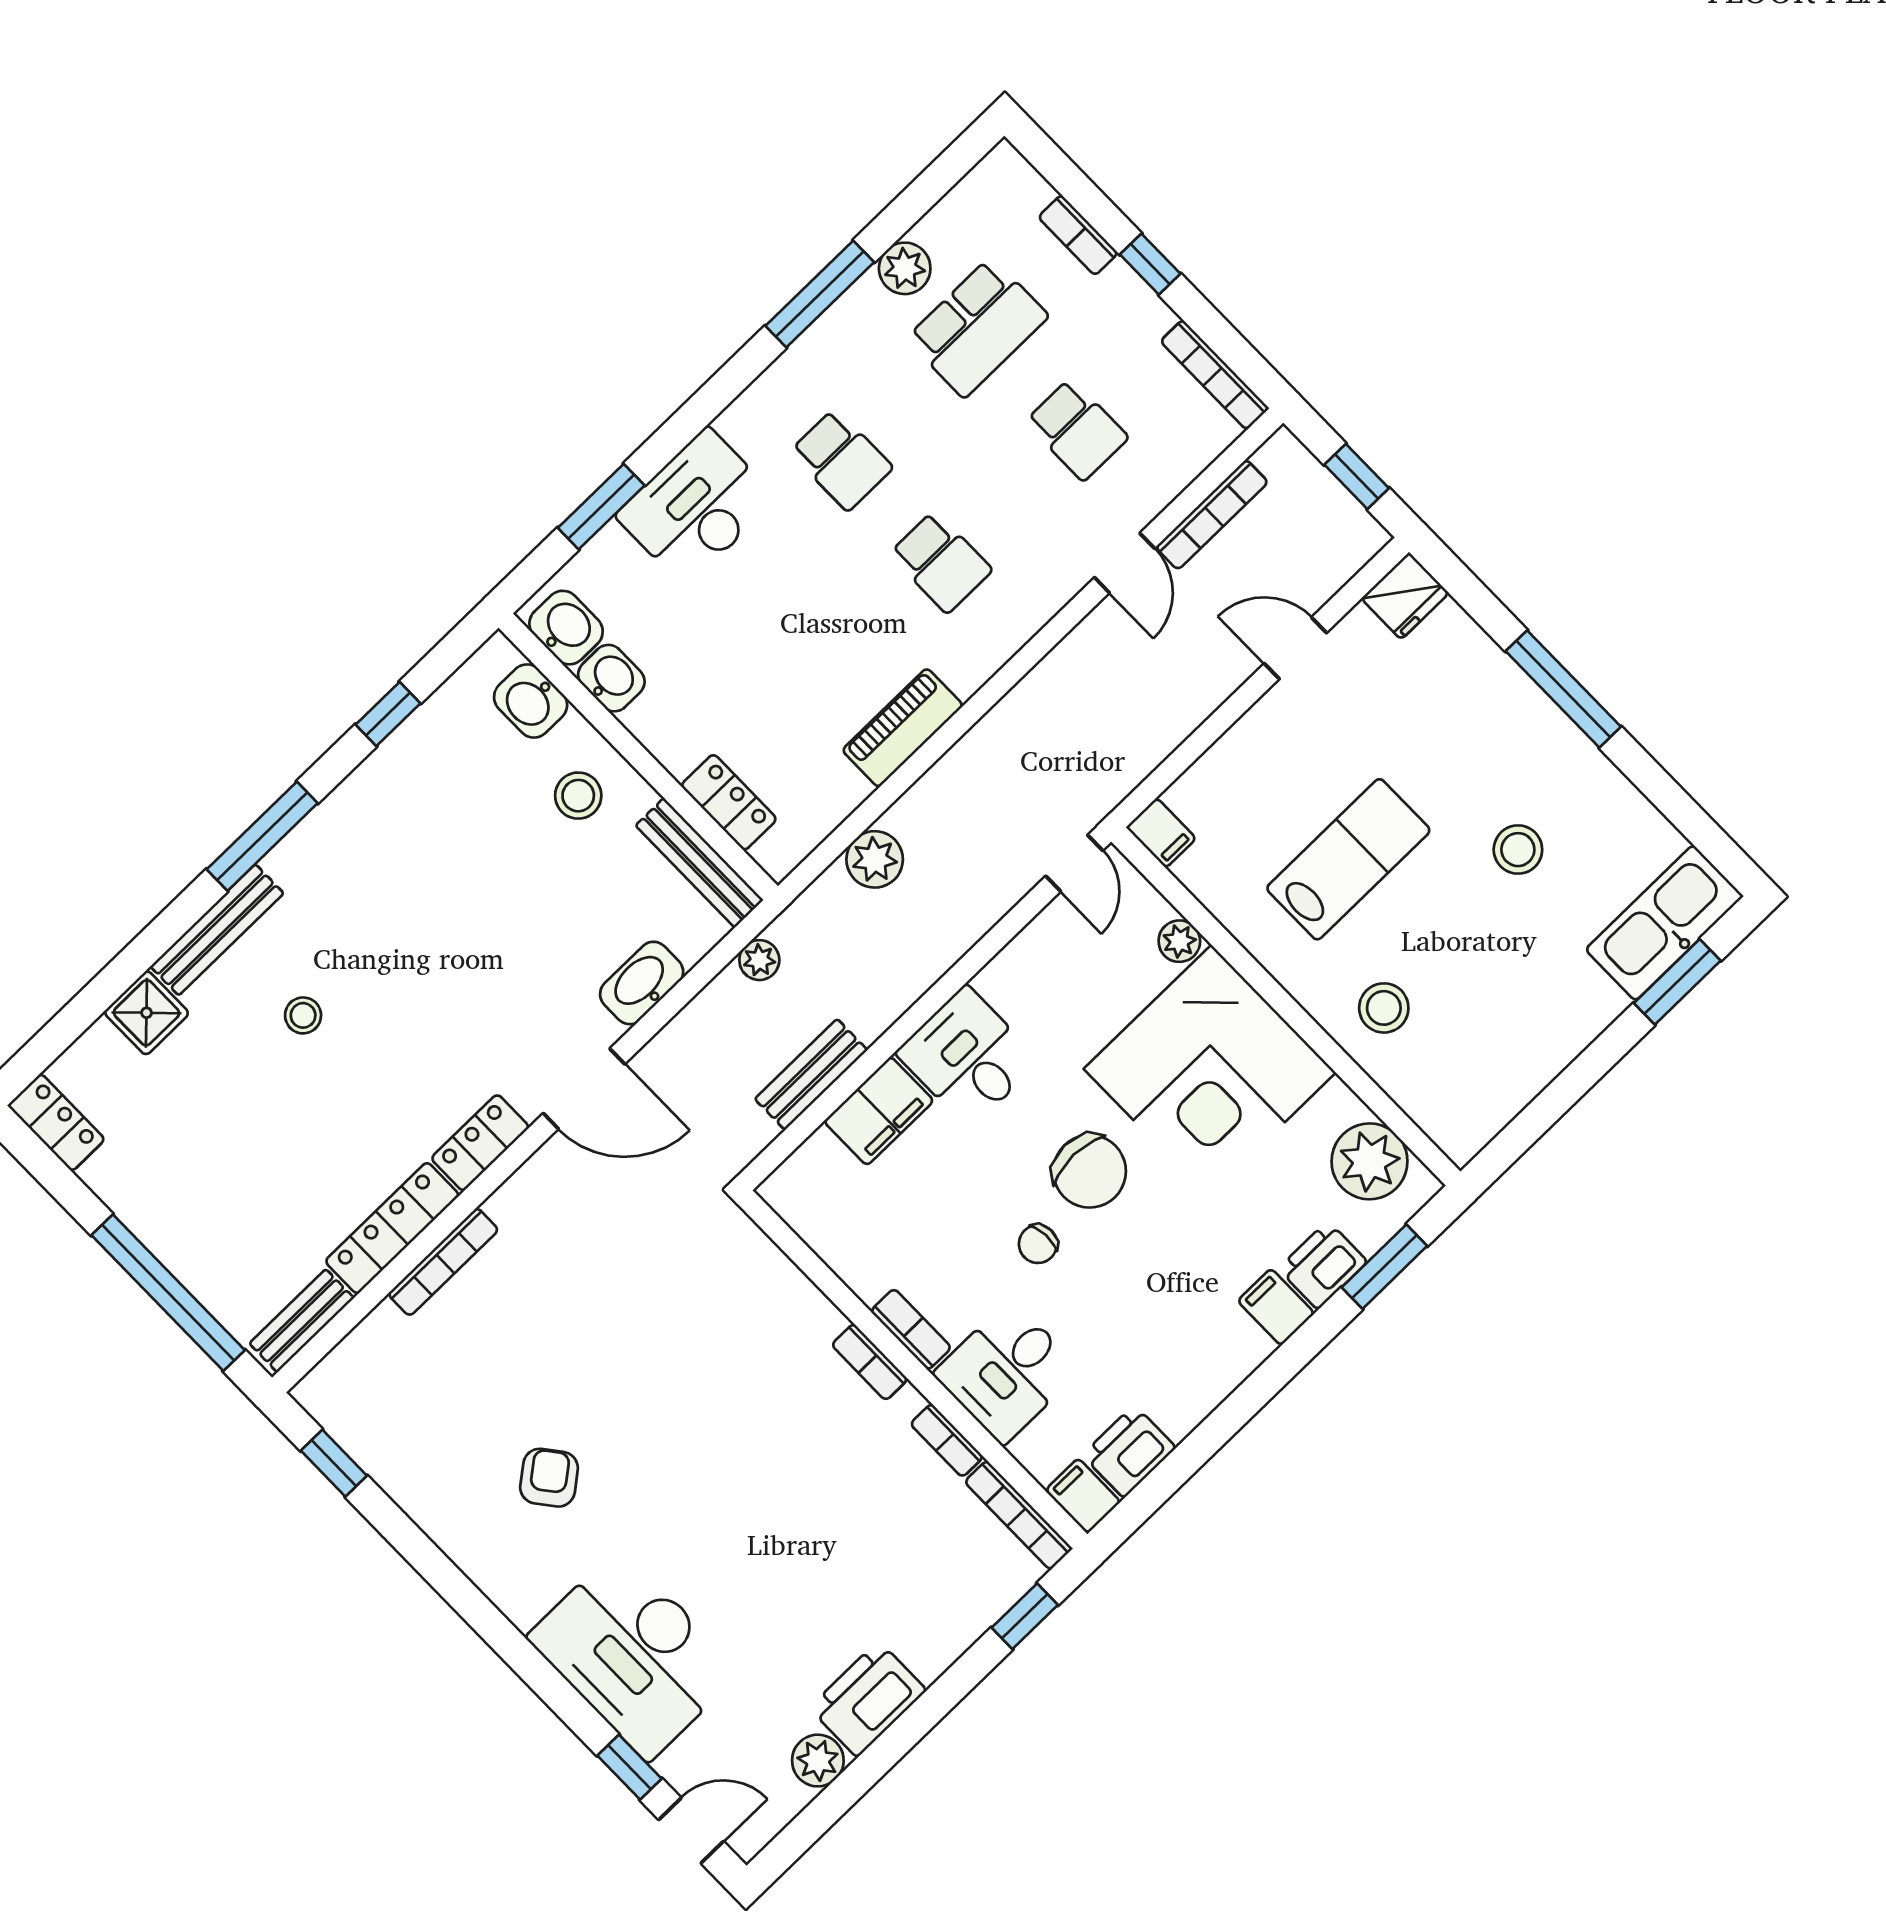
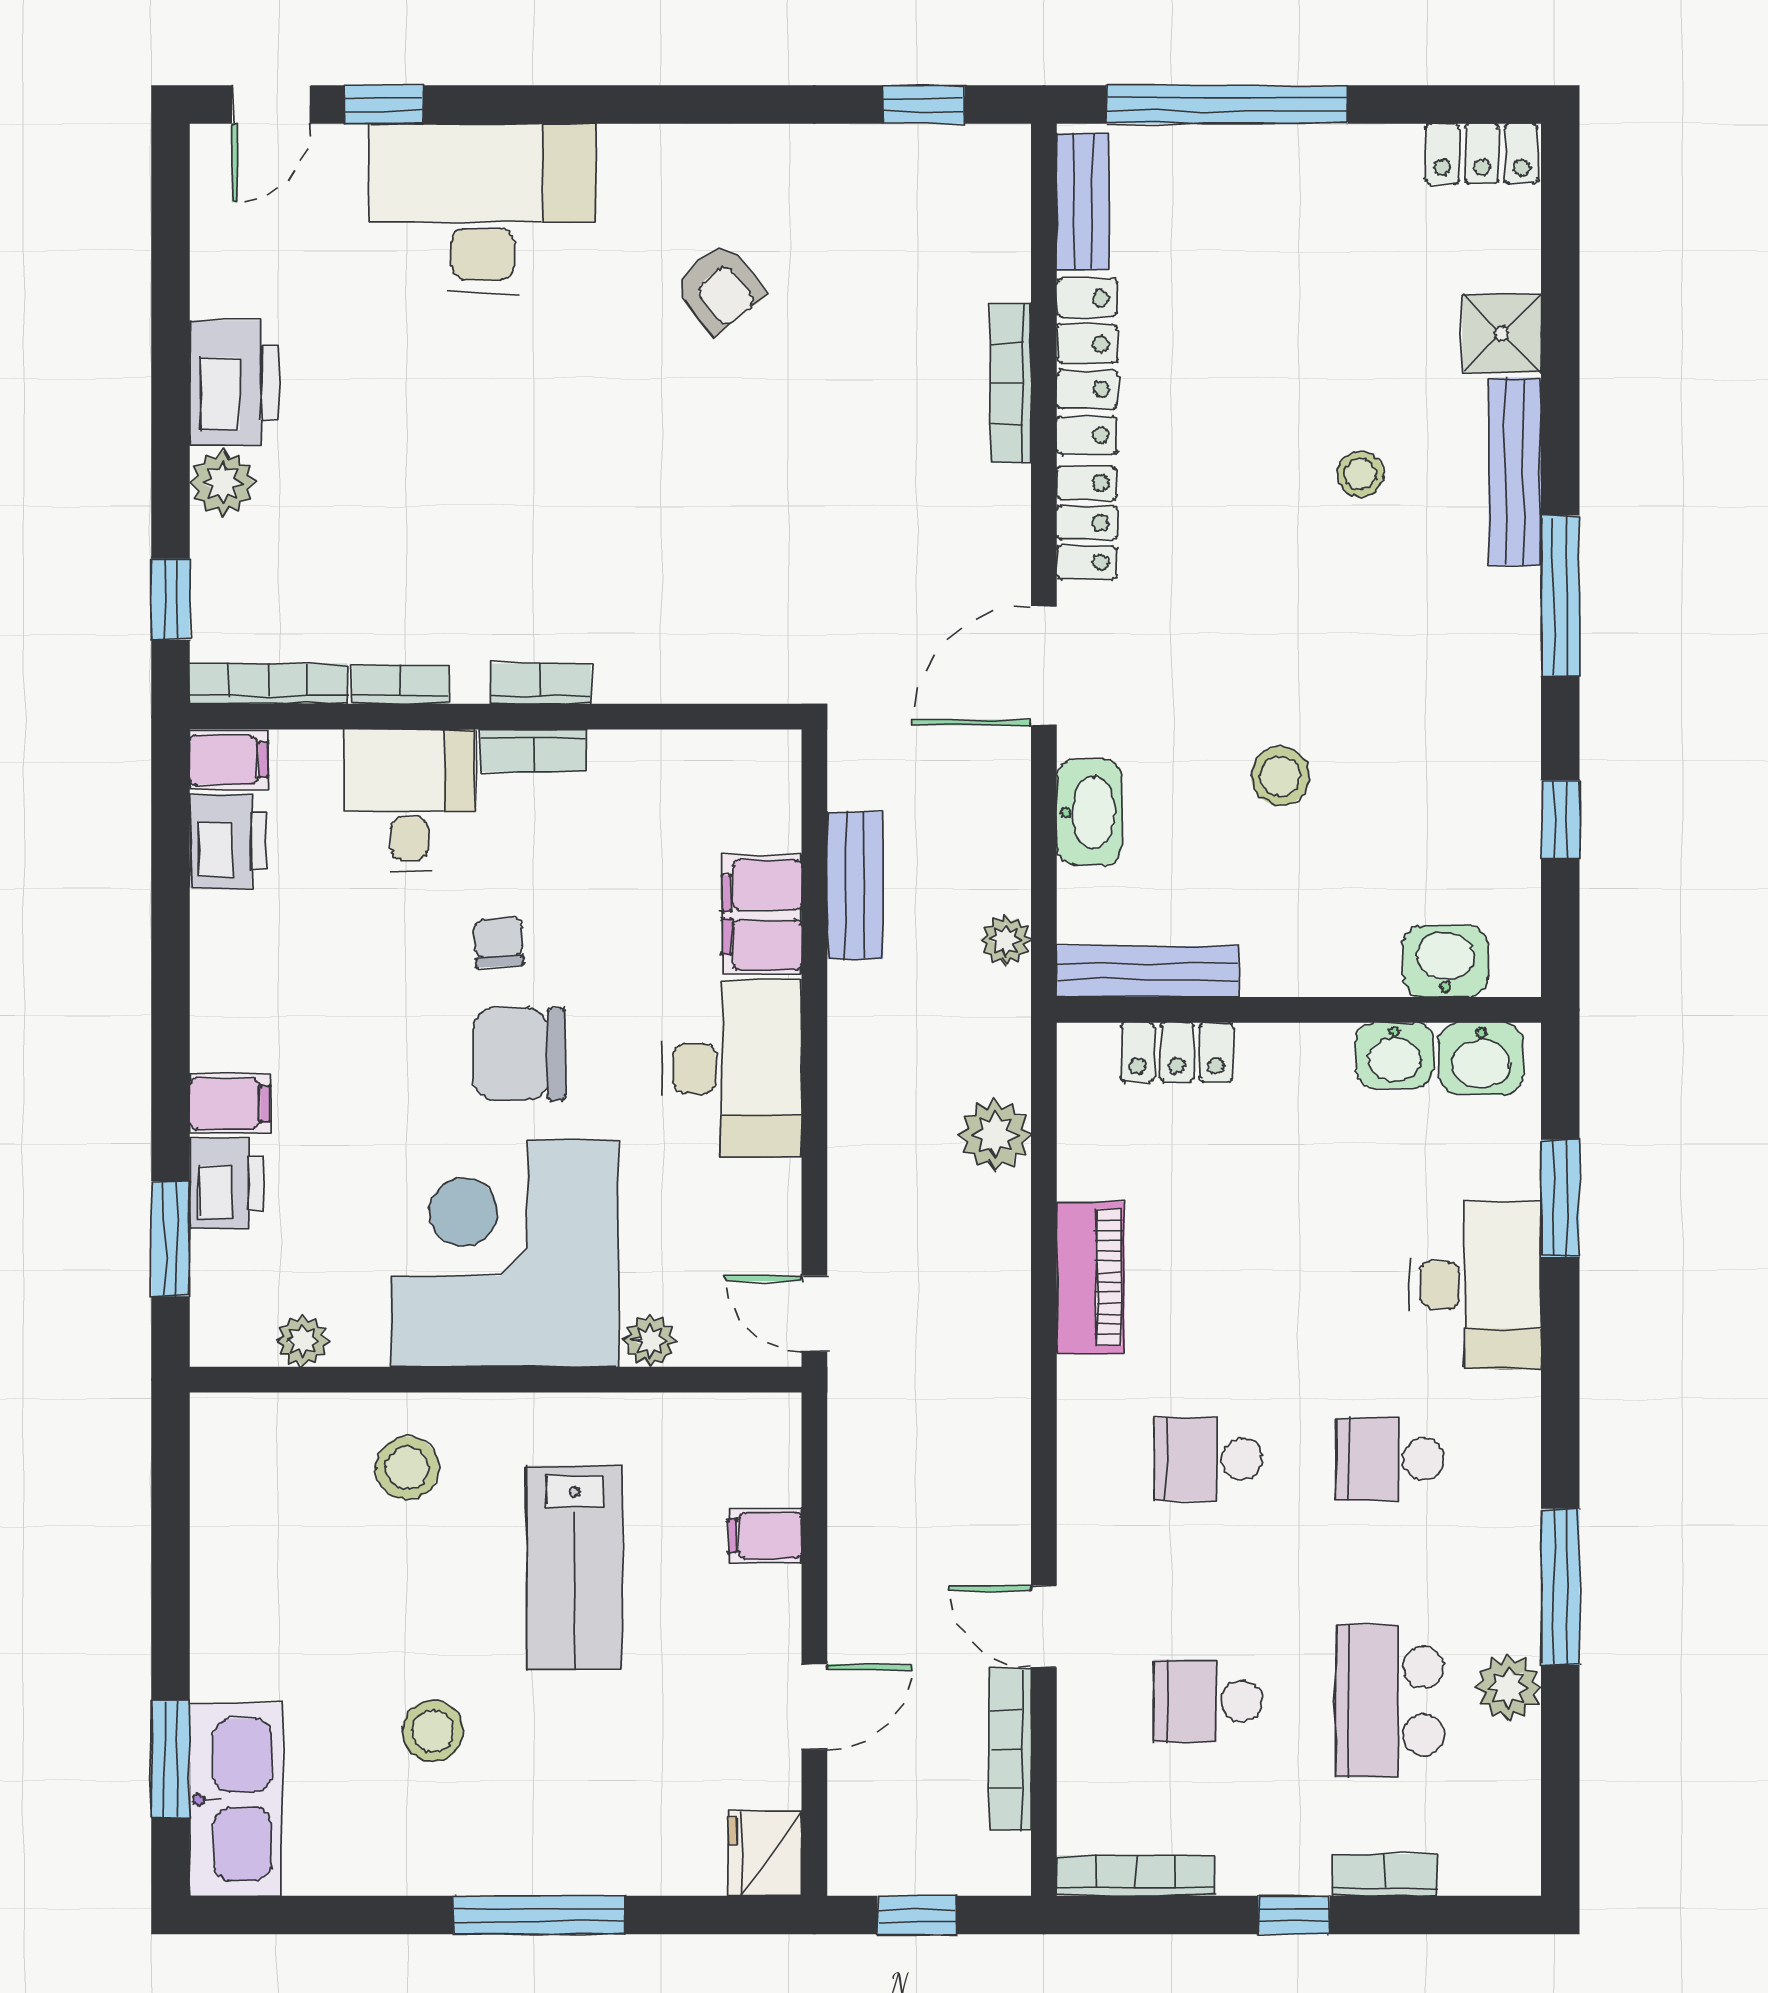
stool: (578, 796) -> (1280, 776), moved
filing cabinet: (1161, 833) -> (765, 1536), moved
desk: (968, 1057) -> (732, 1068), width x1.37
plant: (1369, 1161) -> (302, 1341), width x0.53, depth x0.53
plant: (818, 1761) -> (222, 483), moved

